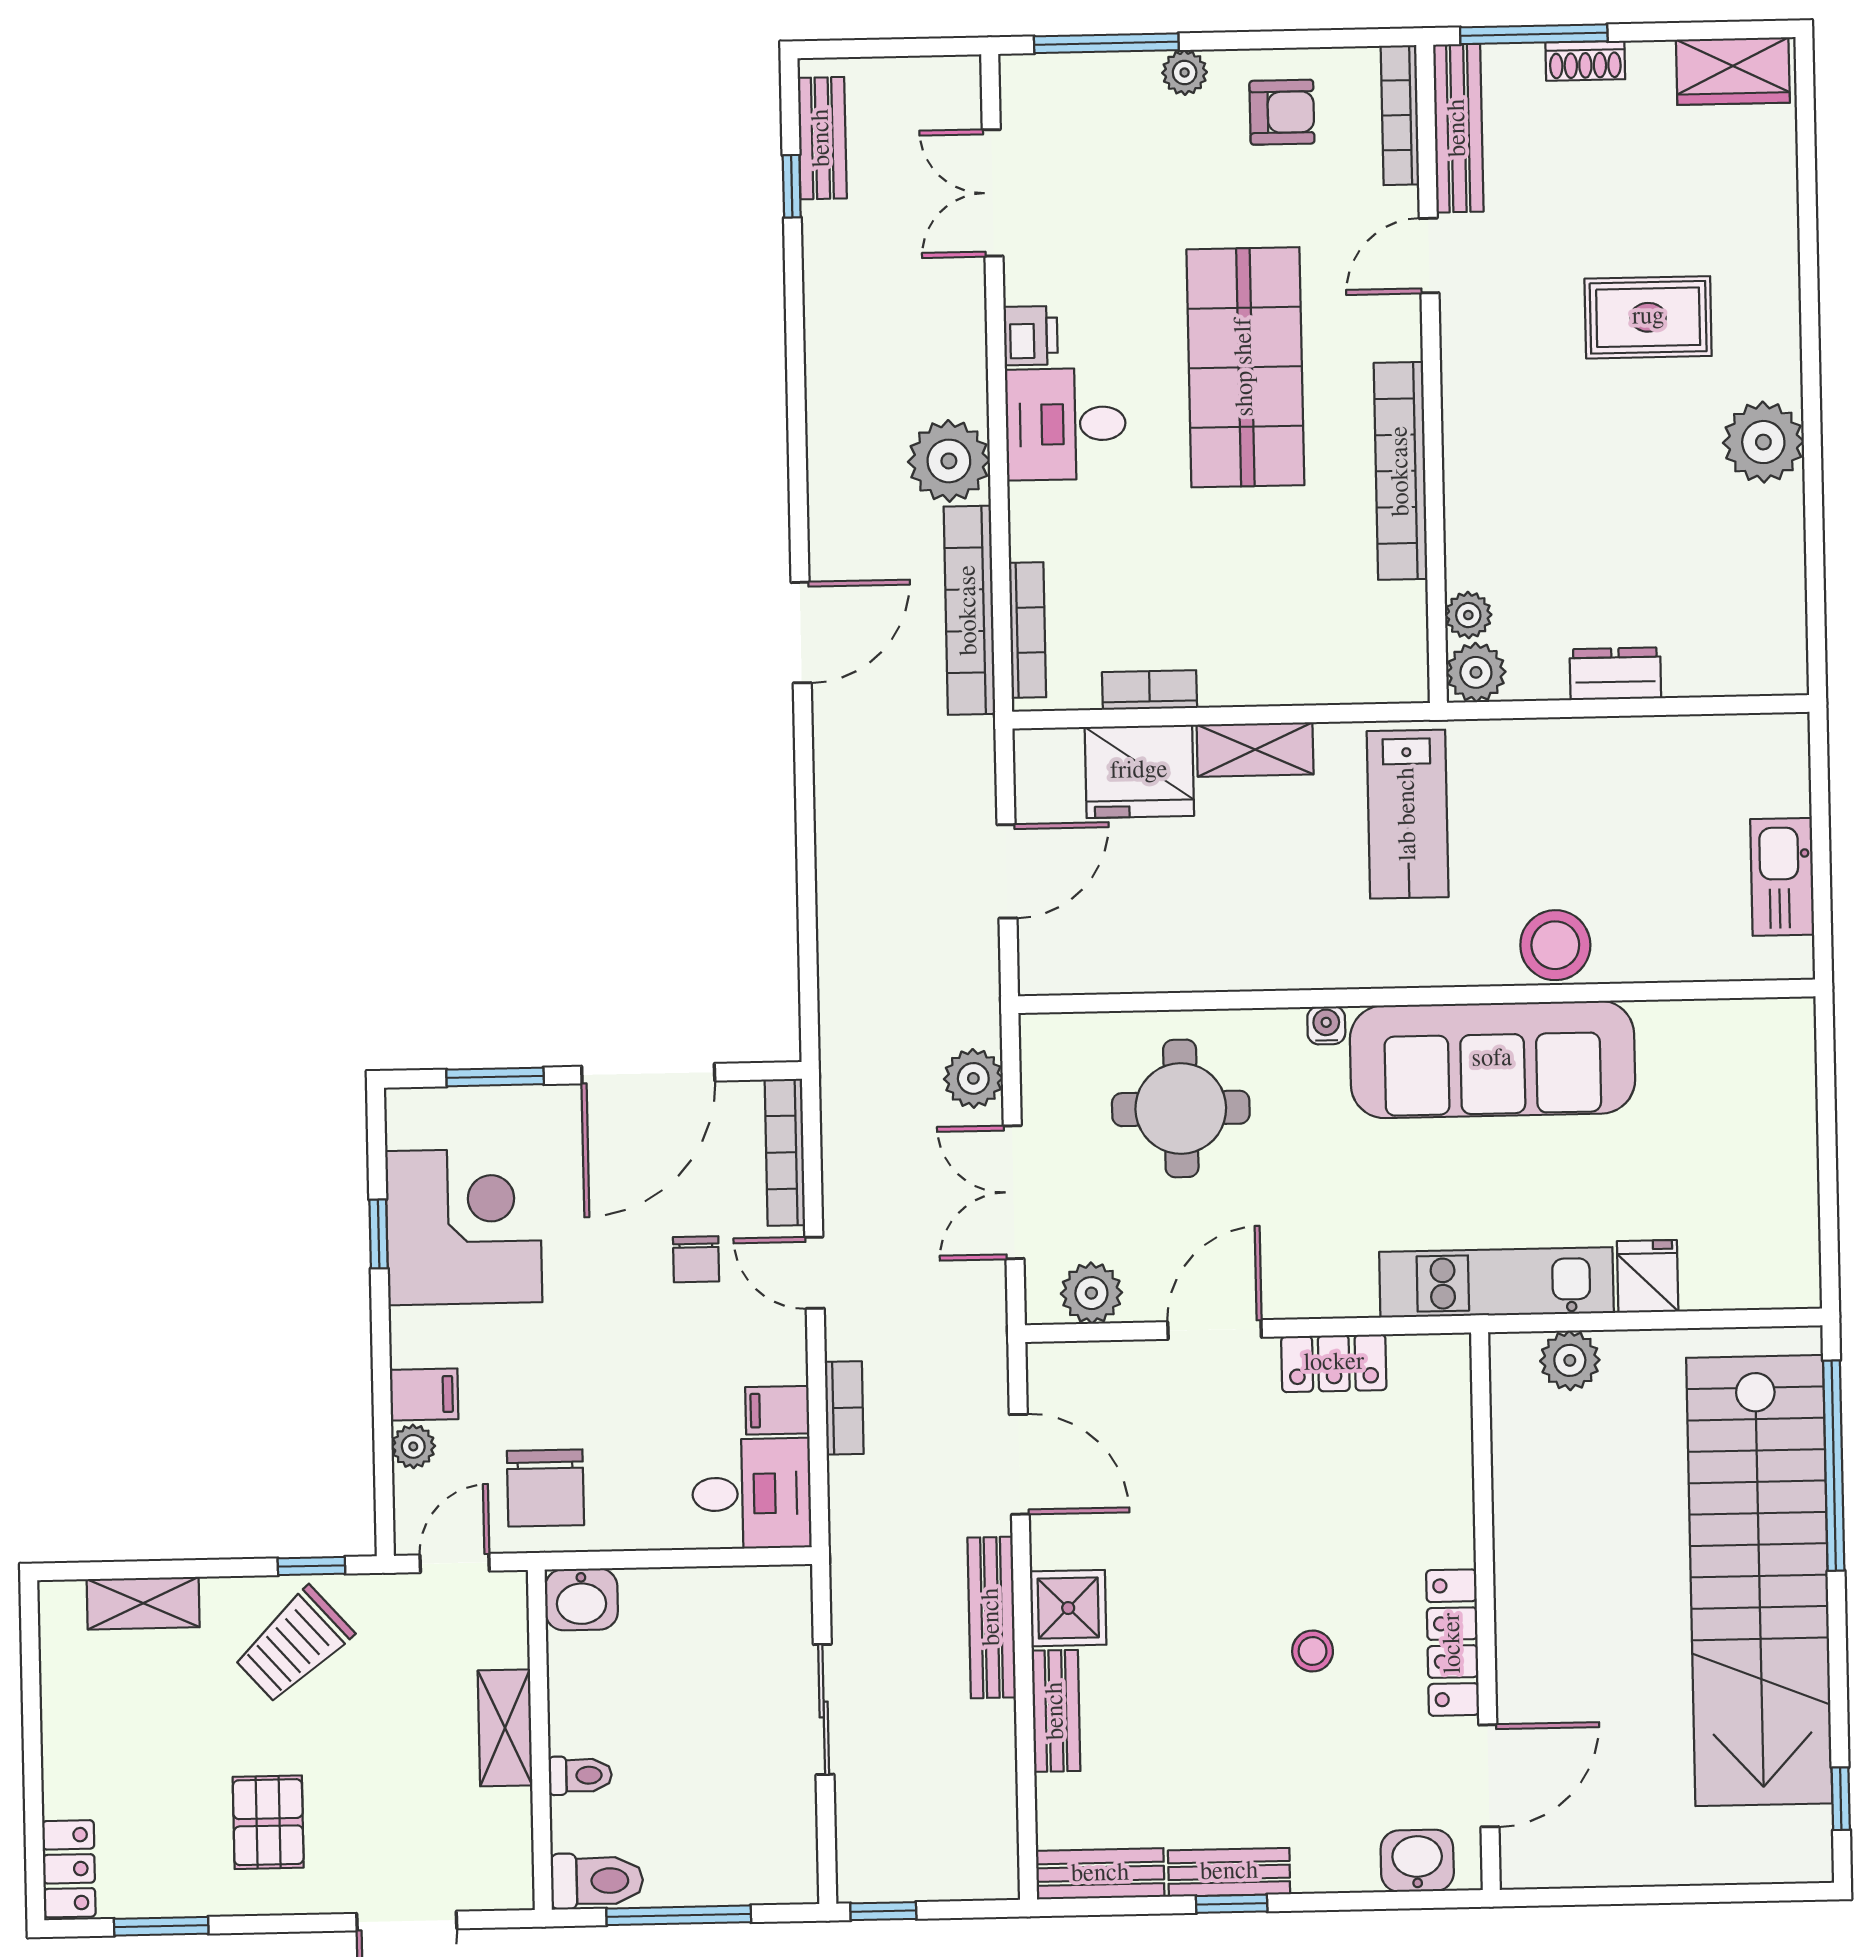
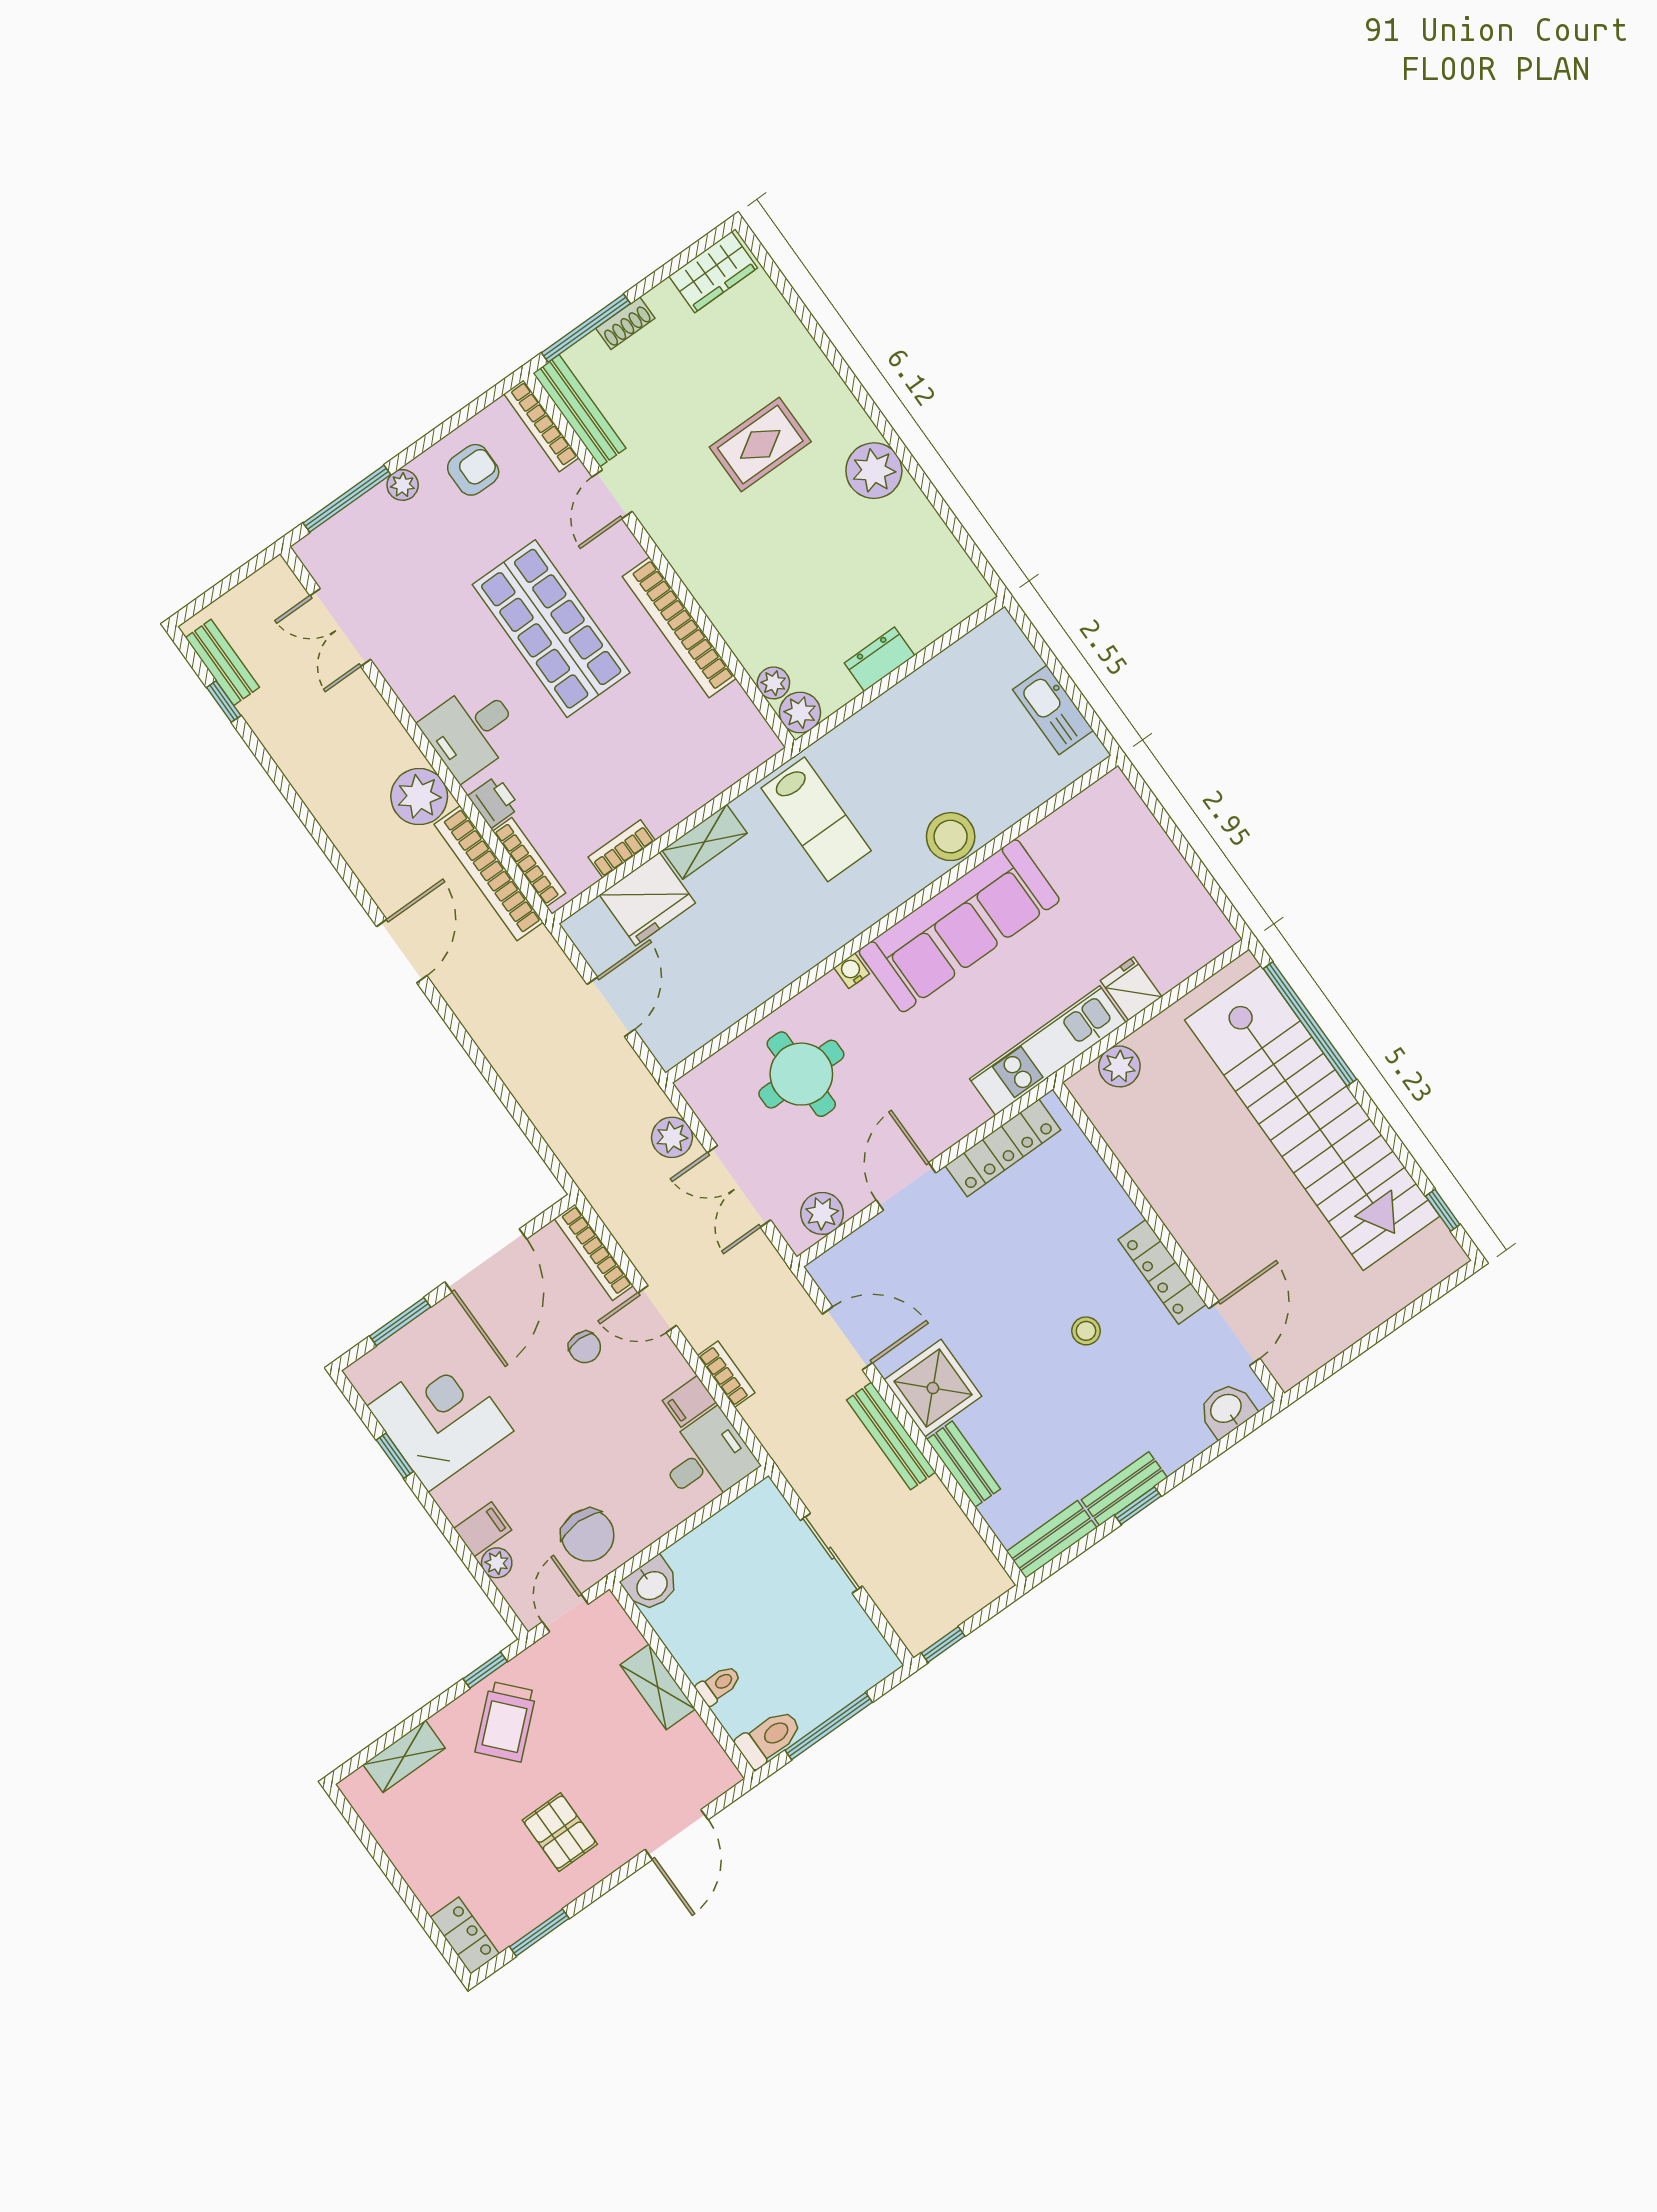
printer: (1031, 336) -> (494, 802), moved
locker: (1334, 1363) -> (1003, 1148), width x1.53
shower: (1068, 1608) -> (933, 1388), width x1.36, depth x1.36

